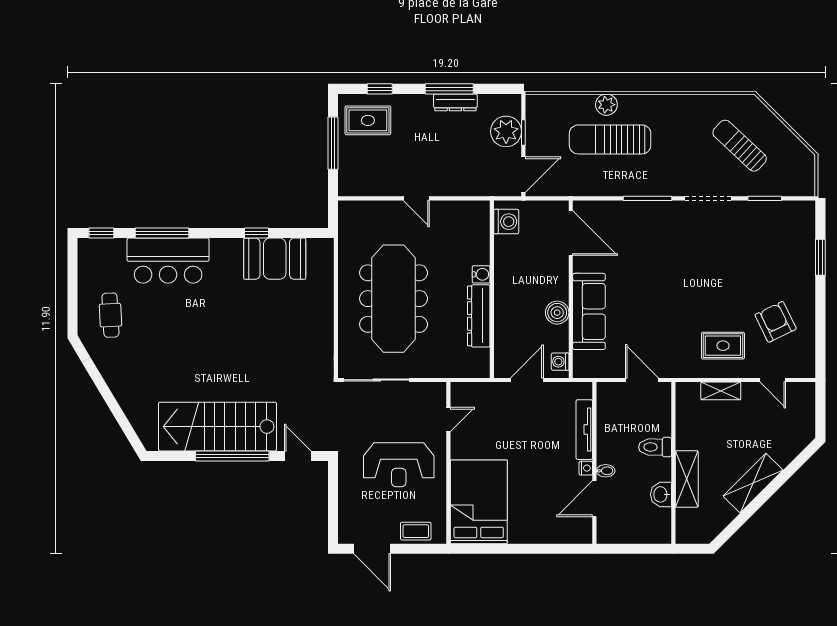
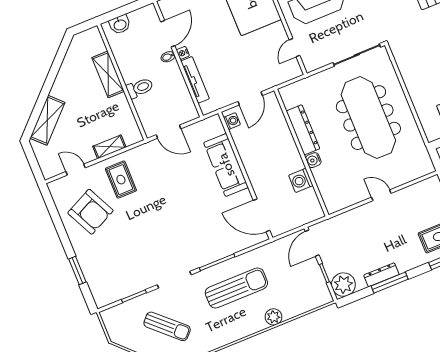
plant: (506, 131) -> (343, 285), moved
sun lounger: (610, 139) -> (236, 288), moved
washing machine: (506, 222) -> (301, 180), moved
boiler: (557, 313) -> (248, 155), removed
armchair: (776, 322) -> (90, 212), width x1.36, depth x1.36
rug: (723, 346) -> (121, 180), turned 90
shelving: (753, 483) -> (47, 120), moved
washbasin: (661, 494) -> (120, 24), moved, turned 90

